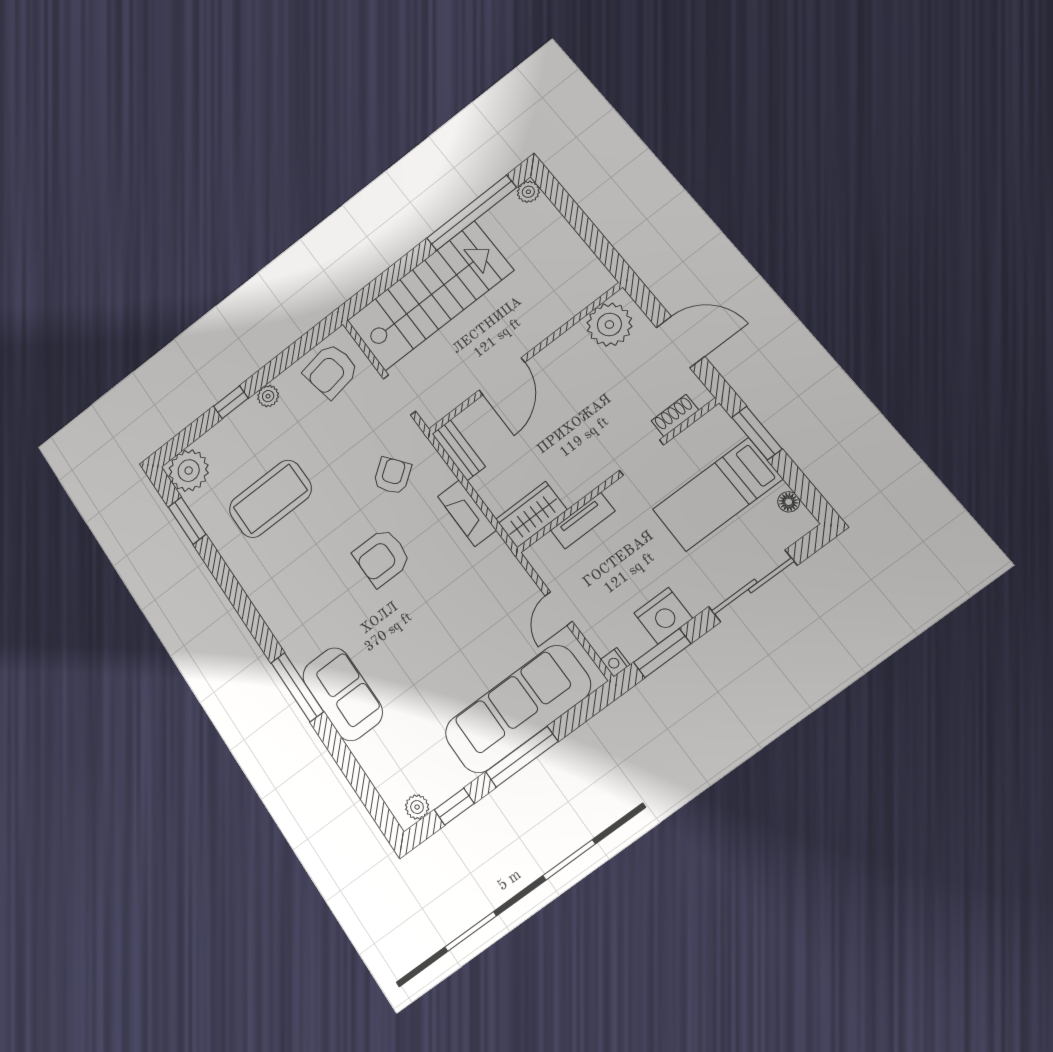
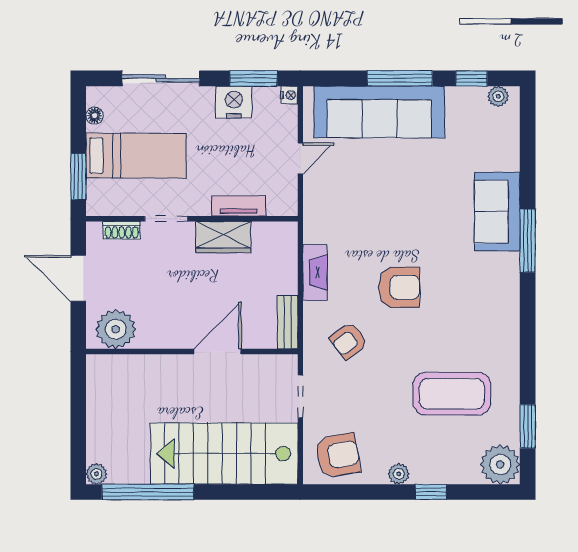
wardrobe: (531, 515) -> (223, 237), moved

